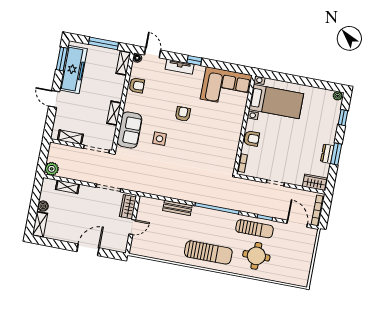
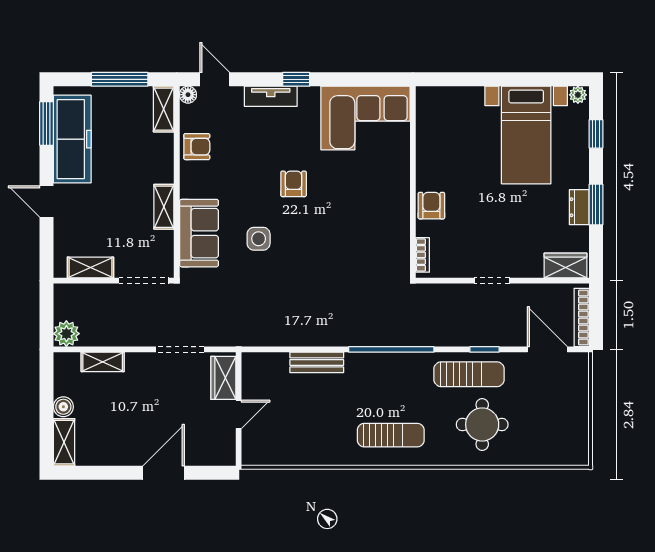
bed with nightstands: (276, 102) -> (526, 135), moved, turned 90
armchair: (252, 138) -> (431, 206), turned -90
sun lounger: (208, 252) -> (391, 435), width x0.73, depth x0.75

